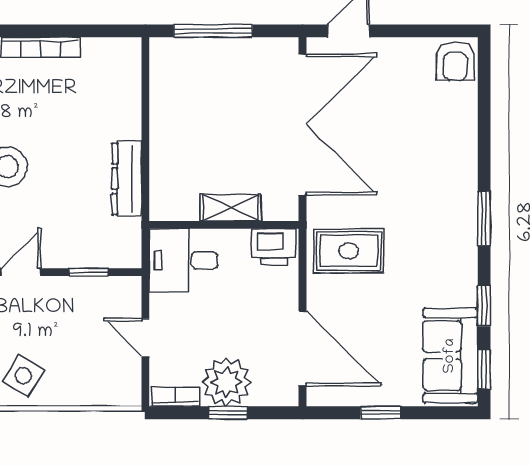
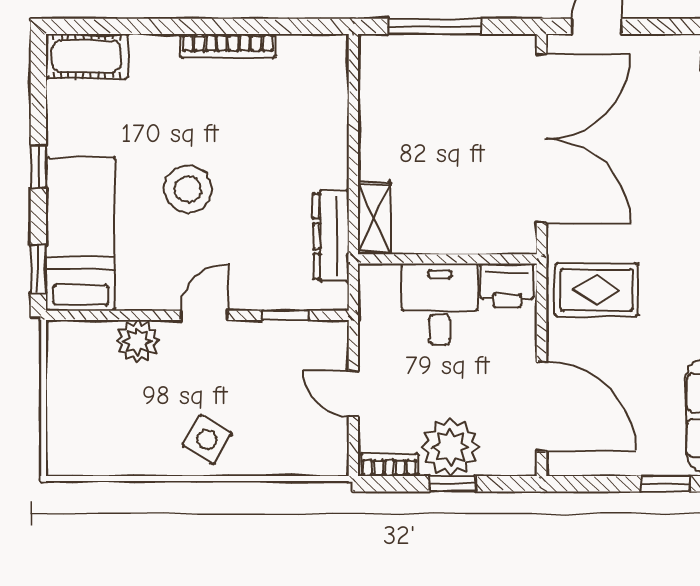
dresser: (127, 179) -> (331, 236), moved
shelving: (231, 208) -> (374, 218), moved, turned 90
desk: (183, 260) -> (440, 304), moved, turned 90
window: (381, 413) -> (666, 484), moved

